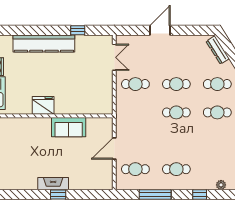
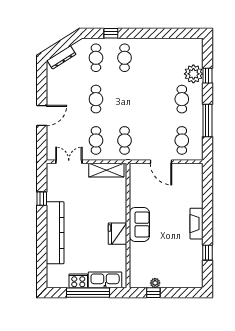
door: (160, 30) -> (42, 116), swing flipped
shelving: (106, 94) -> (106, 170), added
cafe table: (176, 112) -> (125, 140), moved
sofa: (69, 127) -> (139, 224), moved
plant: (221, 185) -> (193, 74), moved, width x1.88, depth x1.88
window: (58, 195) -> (207, 253), moved

